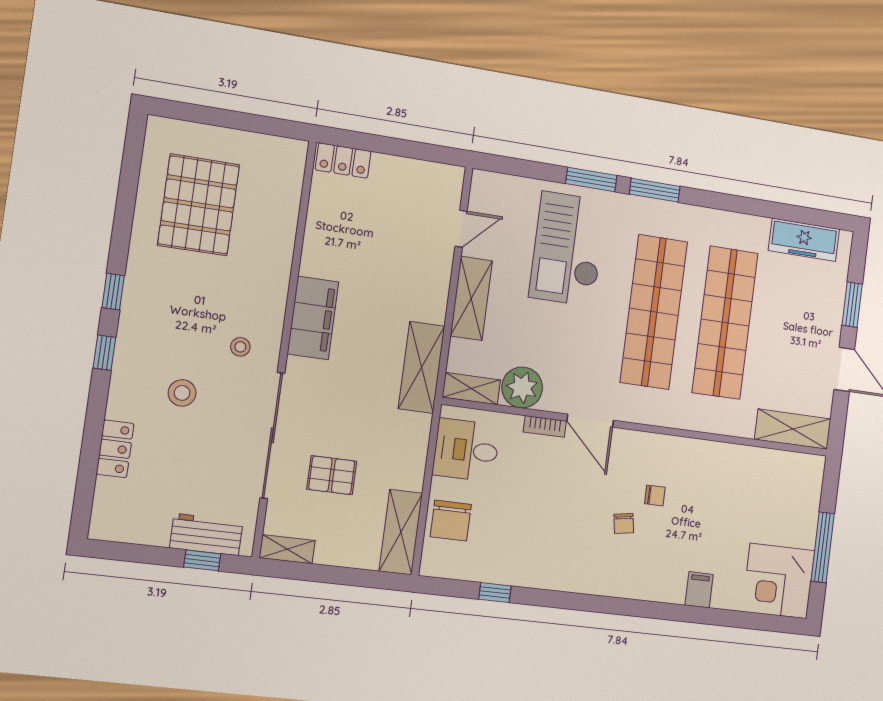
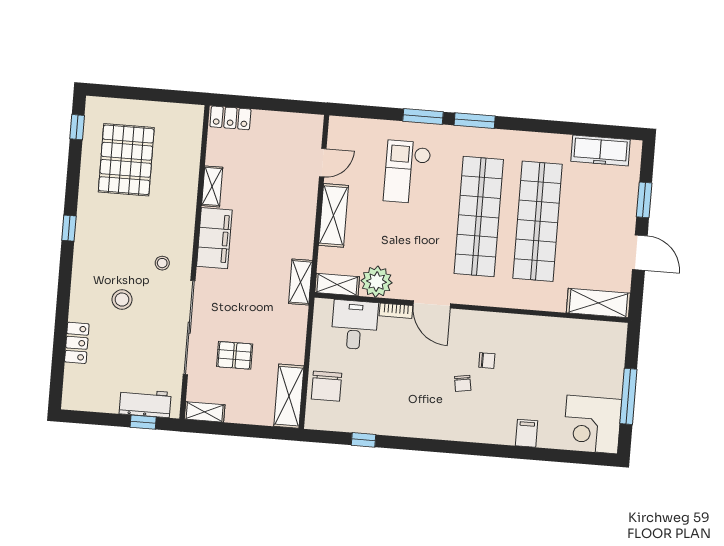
shelving: (314, 249) -> (212, 186), added
checkout: (568, 249) -> (407, 172), width x0.73, depth x0.83
window: (104, 353) -> (77, 127), moved
shelving: (421, 367) -> (300, 282), width x0.67, depth x0.75
desk: (466, 450) -> (355, 325), moved, turned 90

